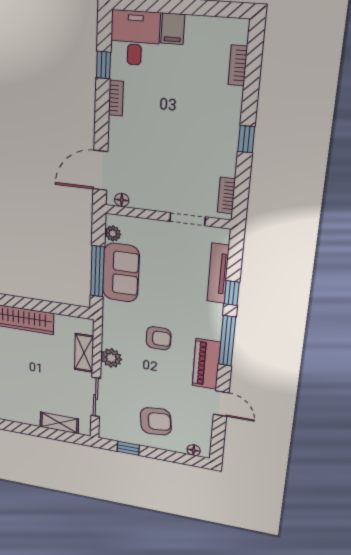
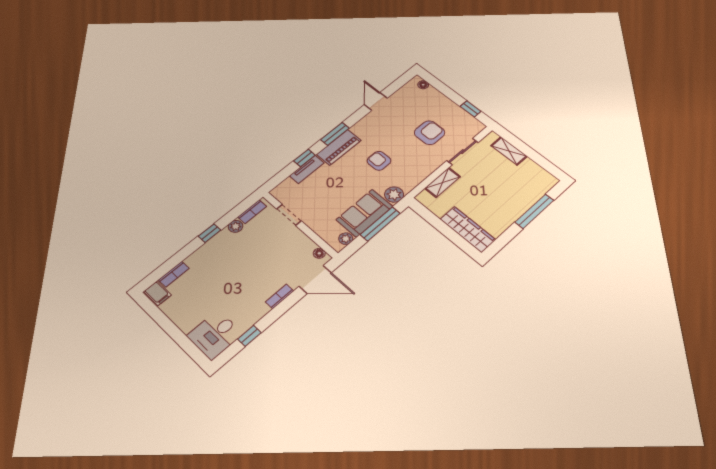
filing cabinet: (173, 29) -> (157, 293), moved, turned 90
bookcase: (116, 98) -> (280, 296), moved
plant: (227, 167) -> (236, 226), added
tv unit: (218, 273) -> (307, 169), width x0.71
window: (227, 341) -> (335, 134), width x0.69
plant: (111, 358) -> (394, 195), moved
piano: (206, 364) -> (339, 147), moved
armchair: (156, 421) -> (429, 133), moved, turned 96

